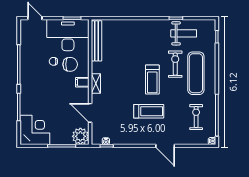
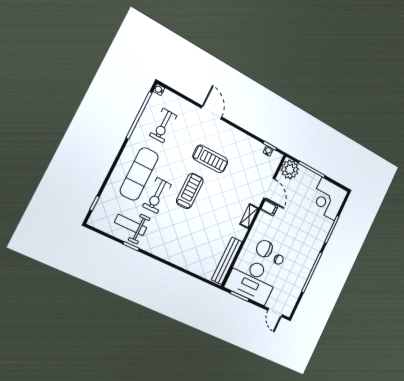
filing cabinet: (82, 82) -> (269, 208), moved
treadmill: (149, 111) -> (210, 159), turned 180

